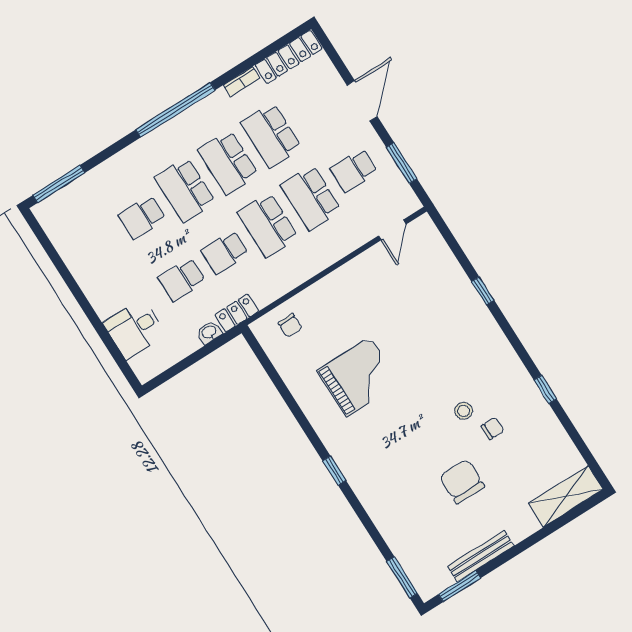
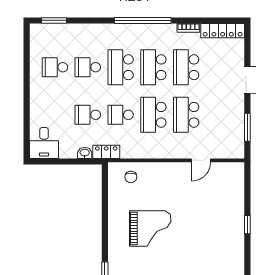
school desk: (354, 170) -> (55, 67), moved
window: (59, 184) -> (54, 20), width x0.69
door: (392, 230) -> (201, 160), moved
desk: (134, 329) -> (44, 143), moved, turned -90

